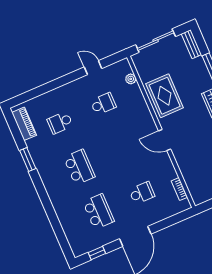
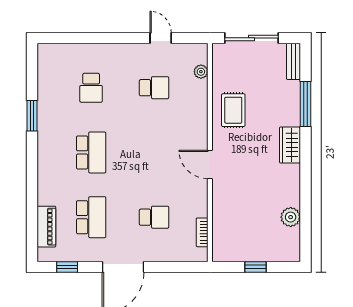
rug: (165, 96) -> (233, 110), width x0.73, depth x0.70
school desk: (60, 123) -> (91, 88), turned -90
piano: (24, 124) -> (46, 227), moved

